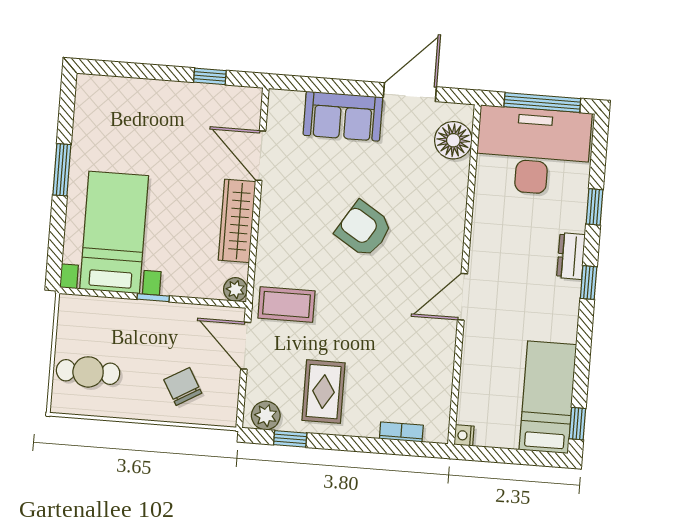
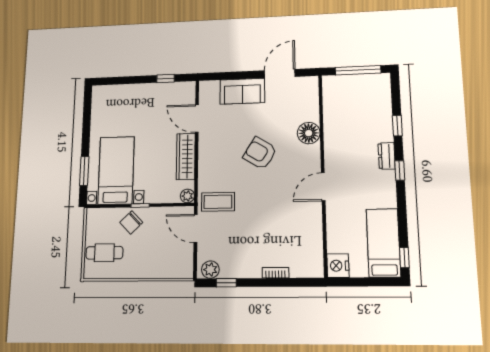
floor lamp: (453, 140) -> (309, 133), moved
desk: (533, 151) -> (356, 98), removed
window: (62, 170) -> (84, 171), moved
chair: (183, 386) -> (131, 222), moved, turned -104
rug: (324, 392) -> (244, 252), removed
bookcase: (401, 432) -> (276, 273), moved
nightstand: (464, 435) -> (338, 266), width x1.89, depth x1.79

